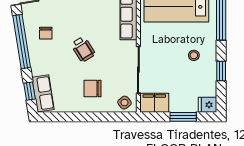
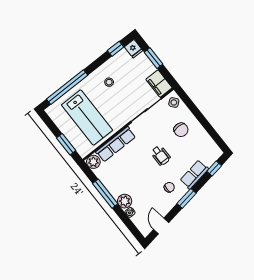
window: (22, 42) -> (187, 198), width x0.47
wheelchair: (83, 49) -> (161, 156), turned 122
window: (221, 71) -> (116, 49), moved
row of seats: (43, 93) -> (194, 175), moved

